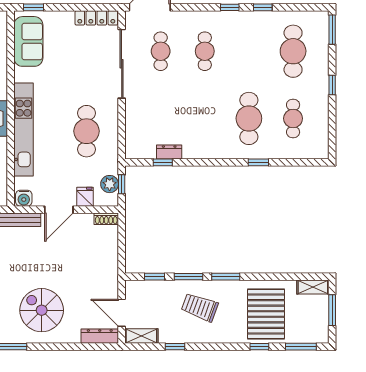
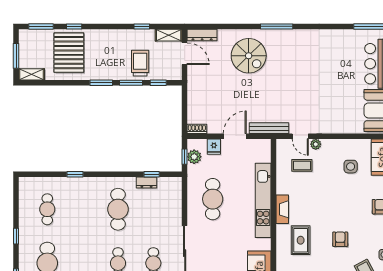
cafe table: (249, 118) -> (118, 209), moved
water cooler: (24, 198) -> (263, 145), removed
trolley: (200, 307) -> (140, 63), moved, turned -110

